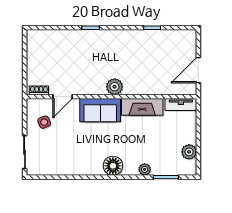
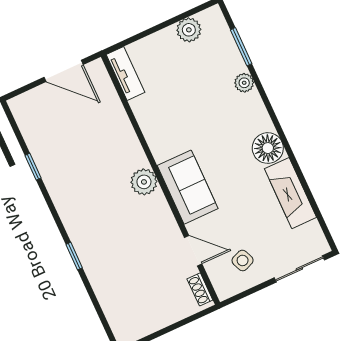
fireplace: (142, 107) -> (291, 193), moved, turned 180
floor lamp: (113, 166) -> (268, 148), moved

